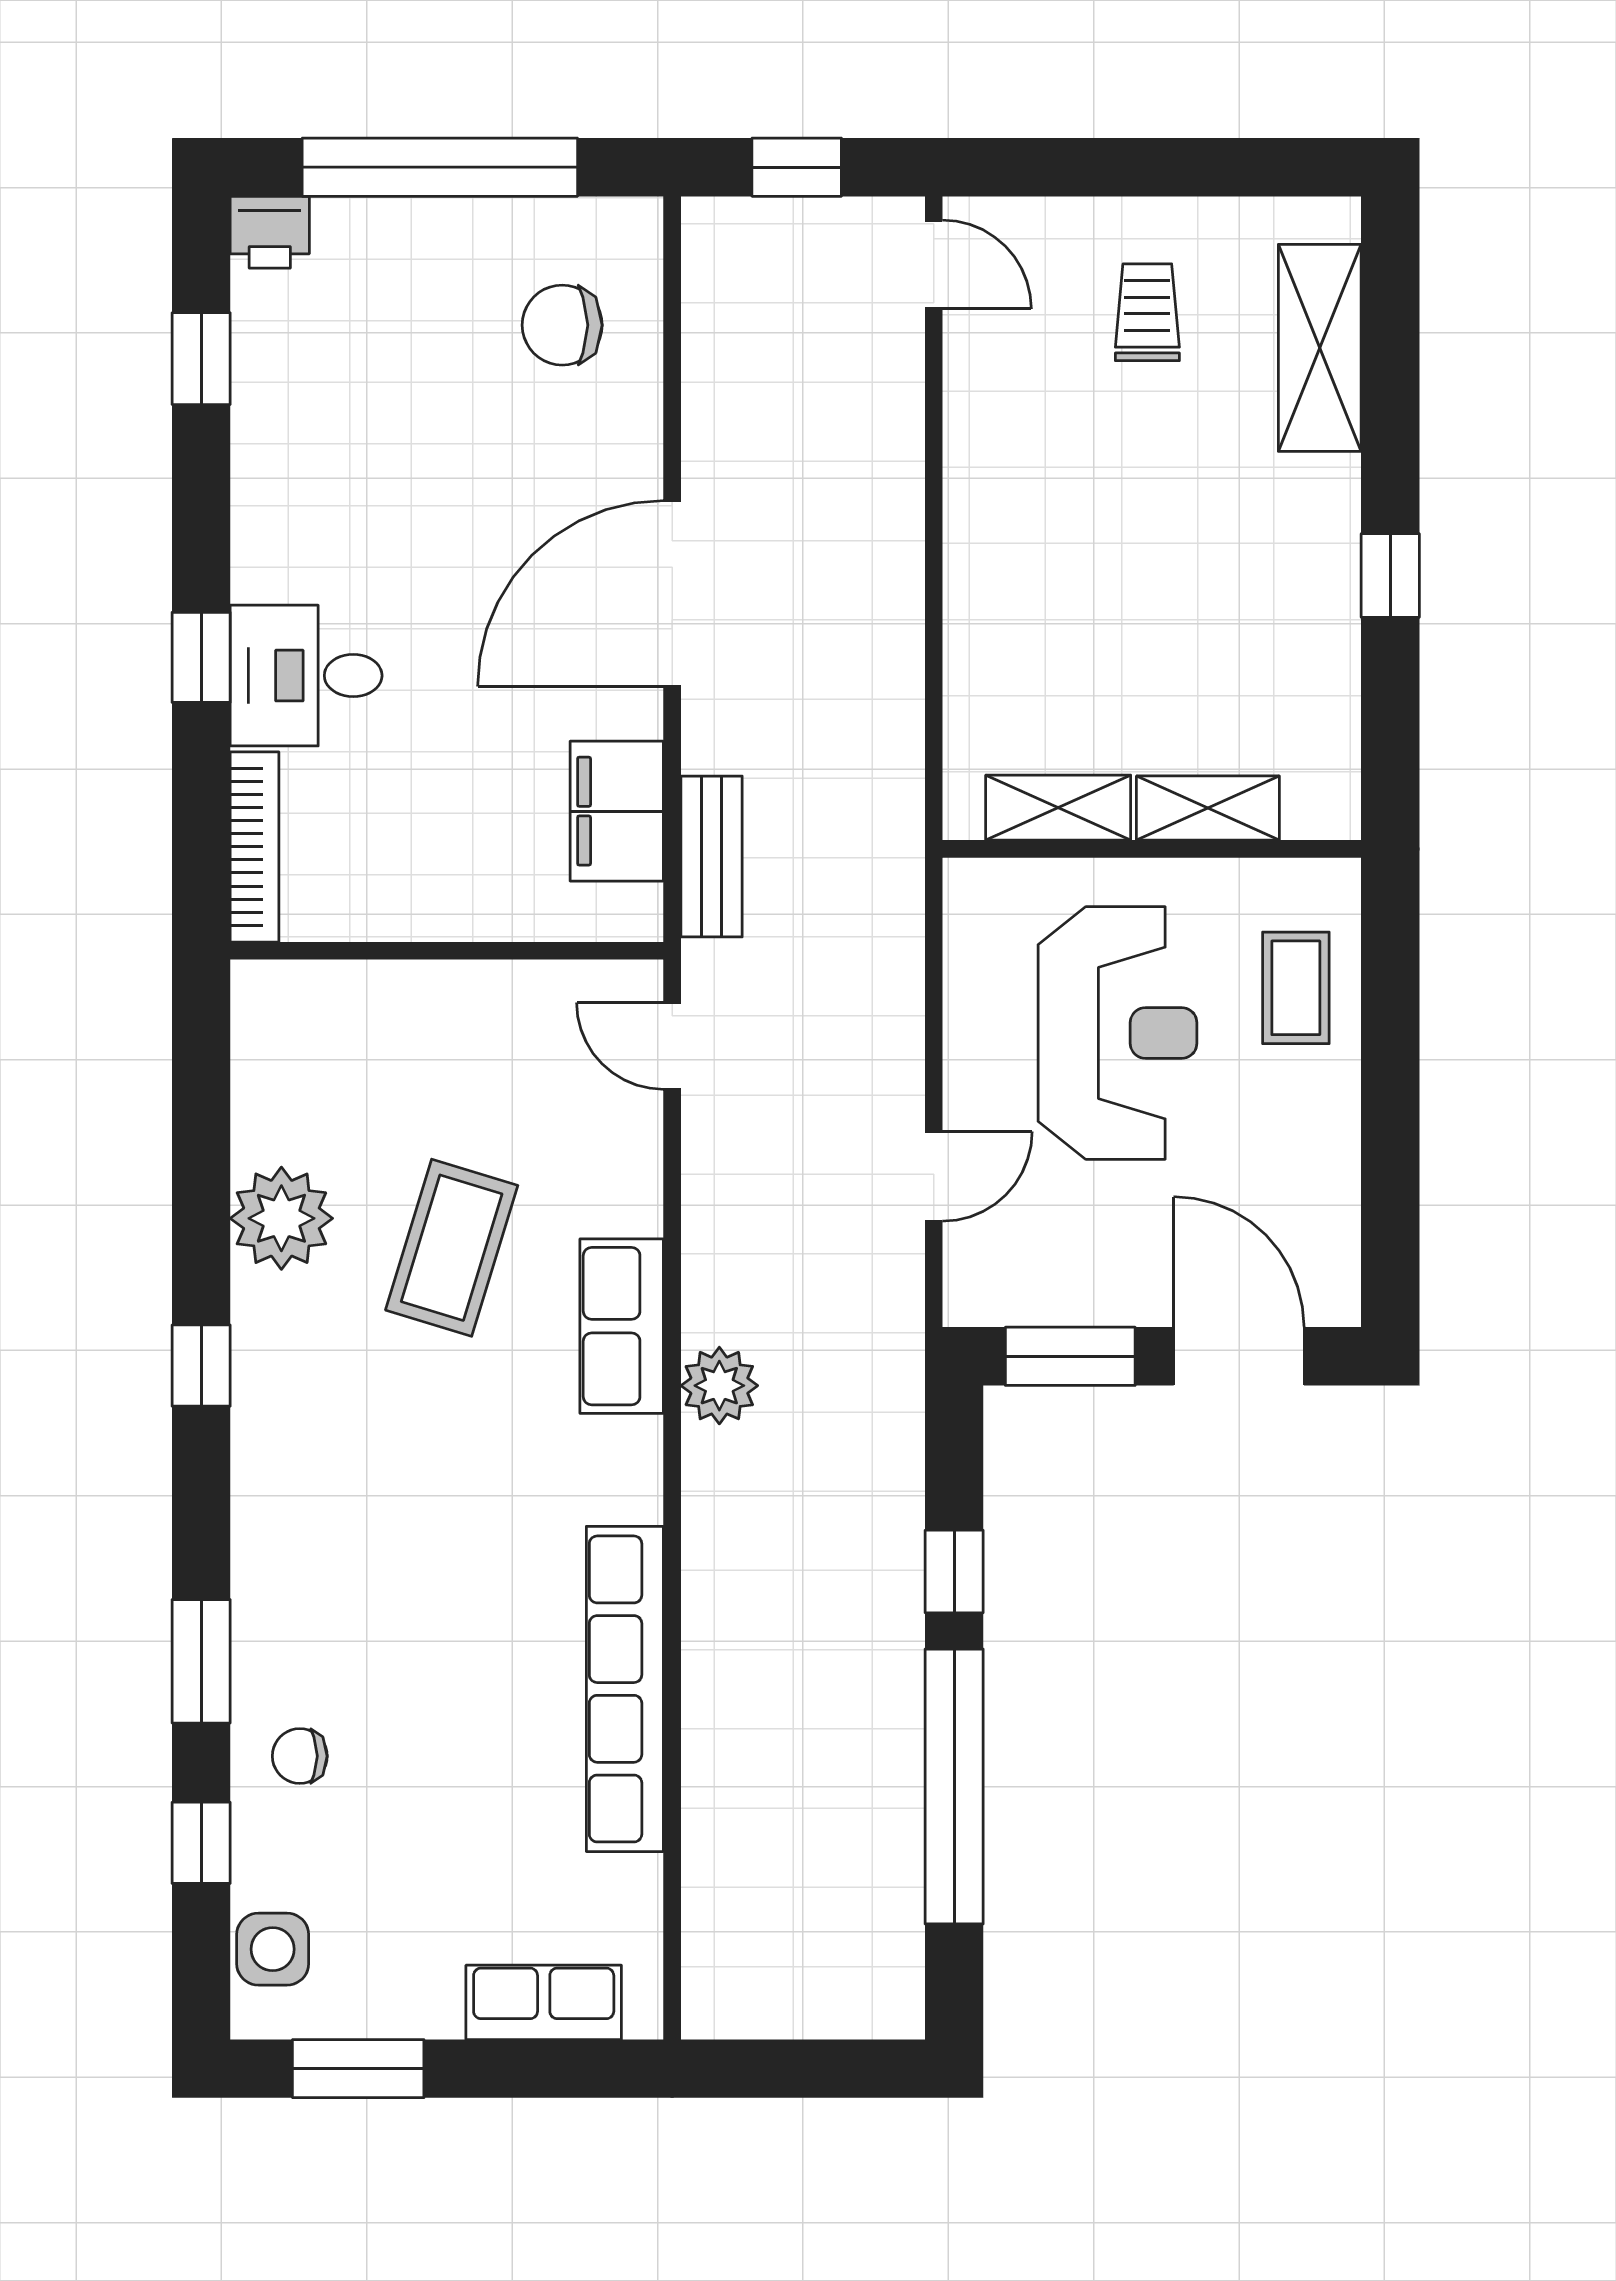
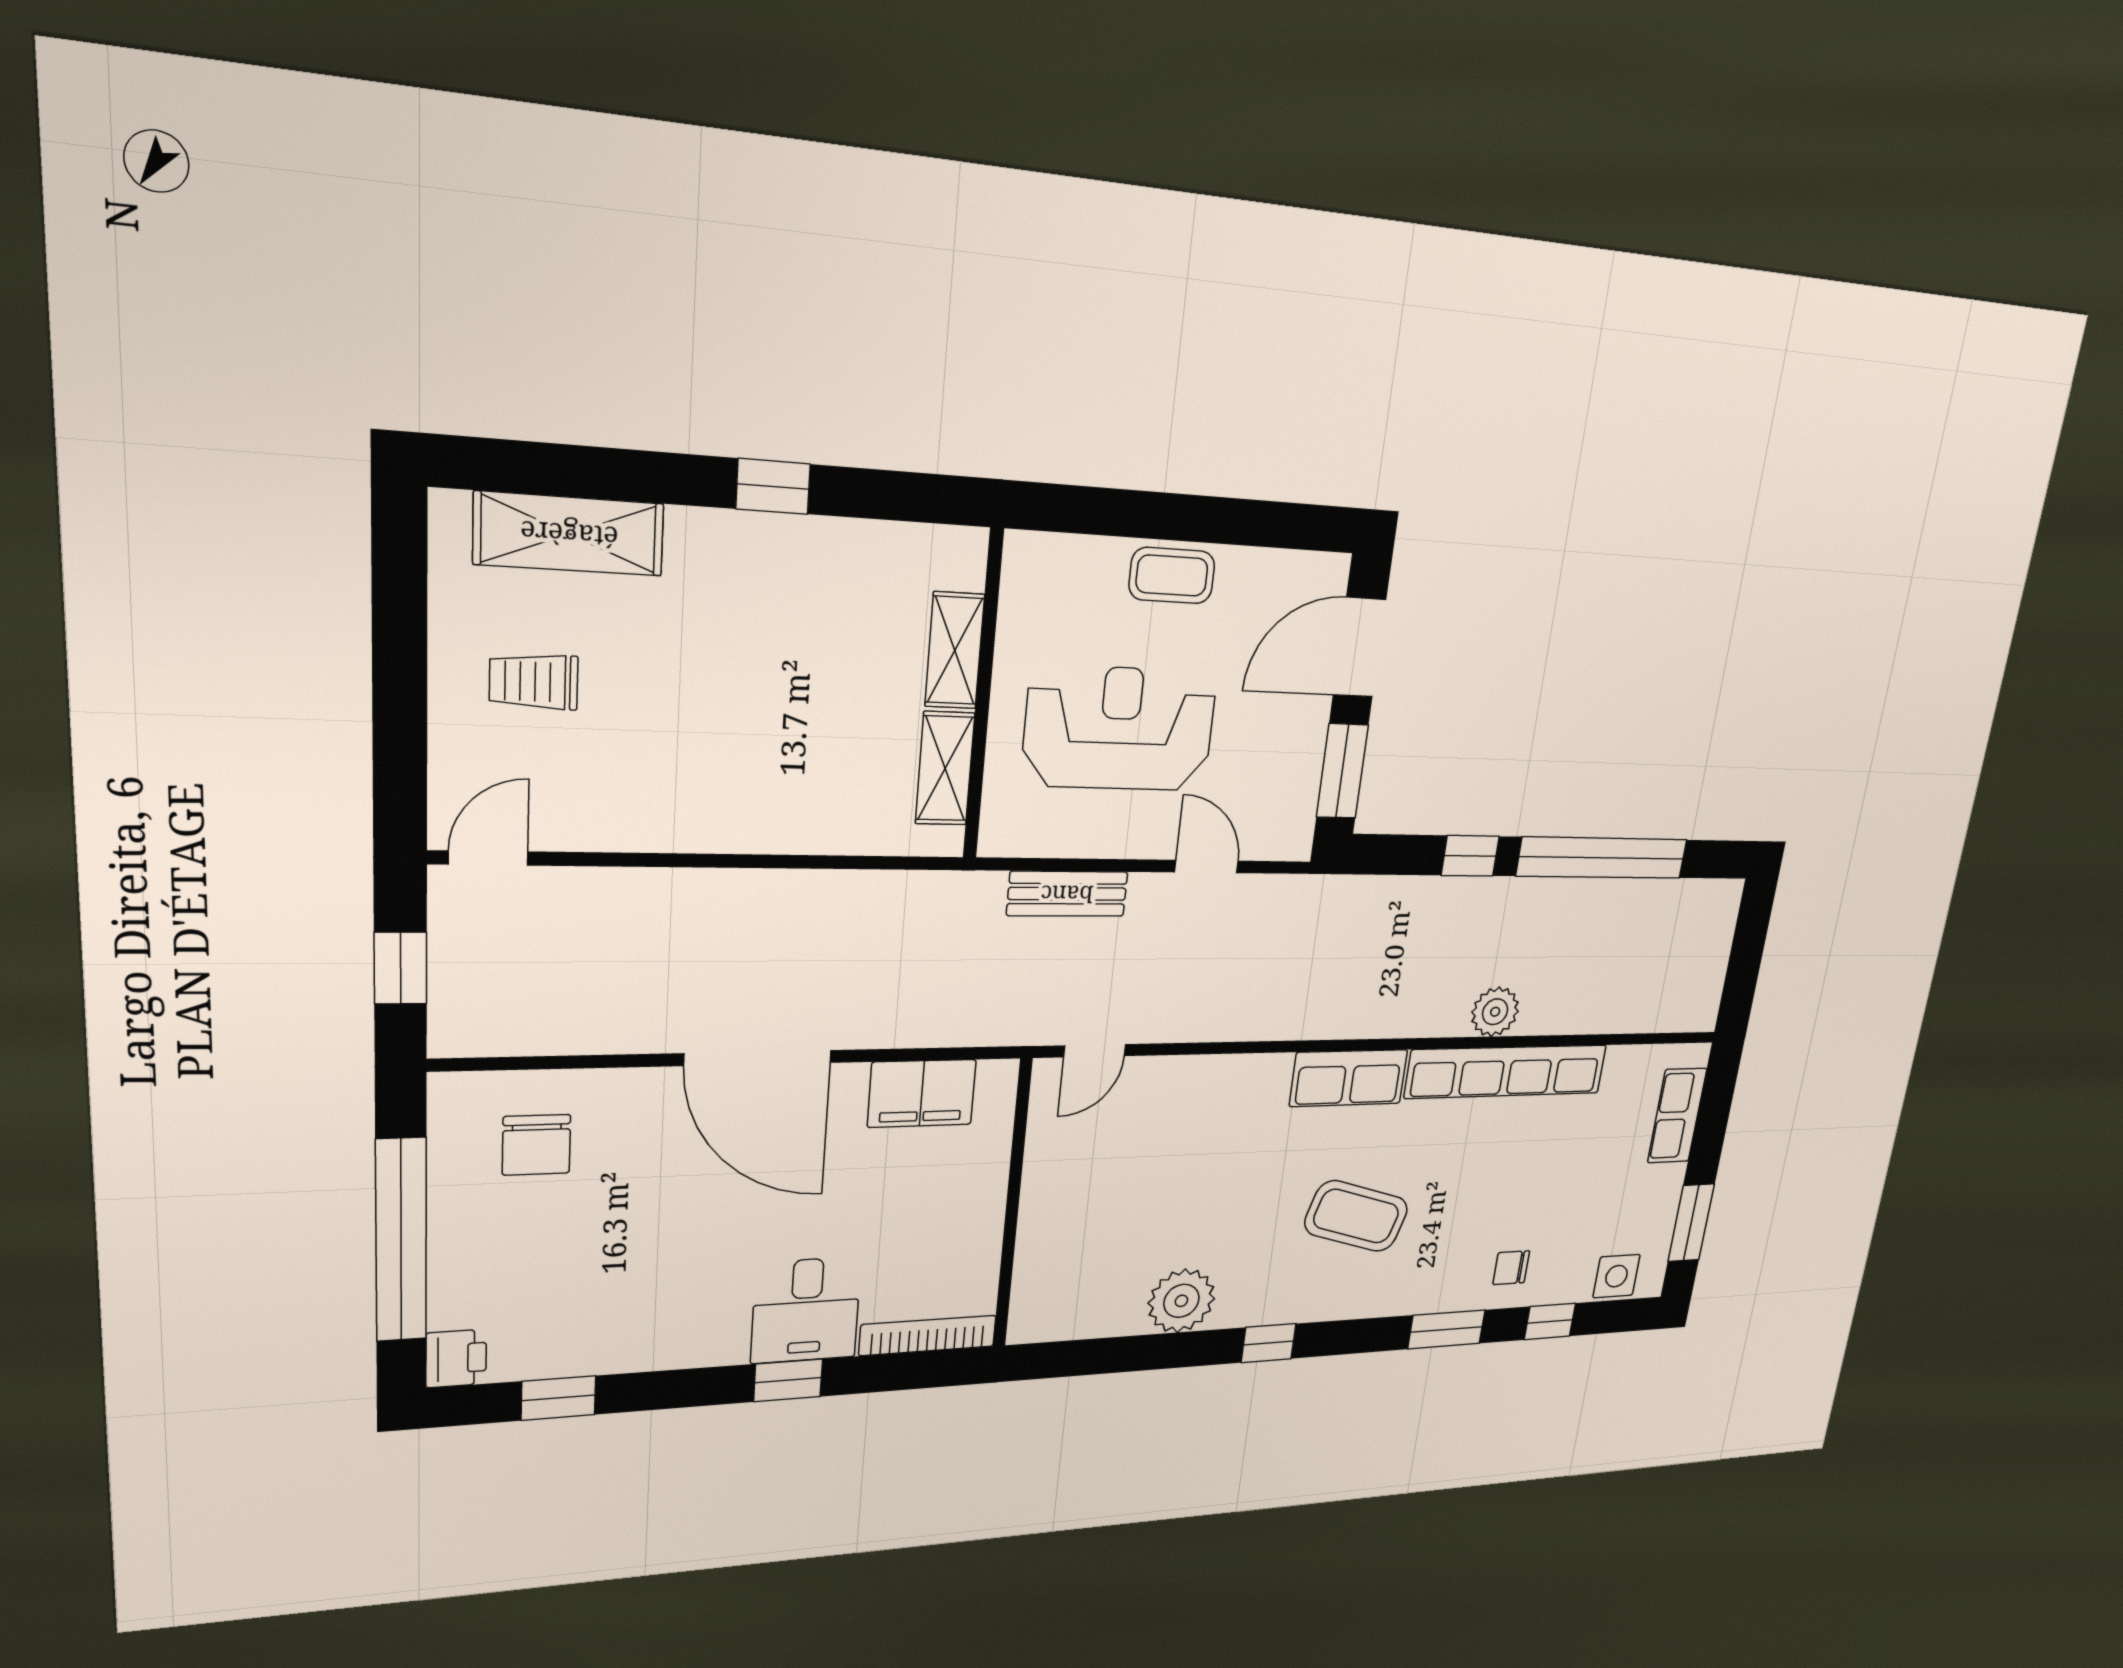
bench: (712, 856) -> (1067, 894), moved
coffee table: (1296, 988) -> (1172, 576), moved
coffee table: (452, 1248) -> (1356, 1216), moved
row of seats: (622, 1326) -> (1349, 1078), moved
plant: (719, 1386) -> (1495, 1012), moved
chair: (300, 1756) -> (1511, 1268), turned 90

